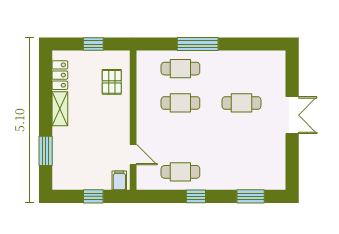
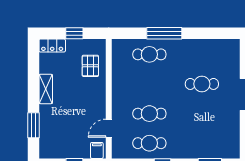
locker: (60, 75) -> (52, 45), moved, turned 90
cafe table: (180, 103) -> (149, 114), moved
door: (133, 154) -> (109, 128), swing flipped

